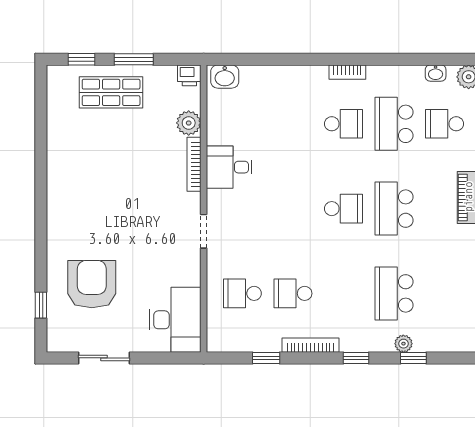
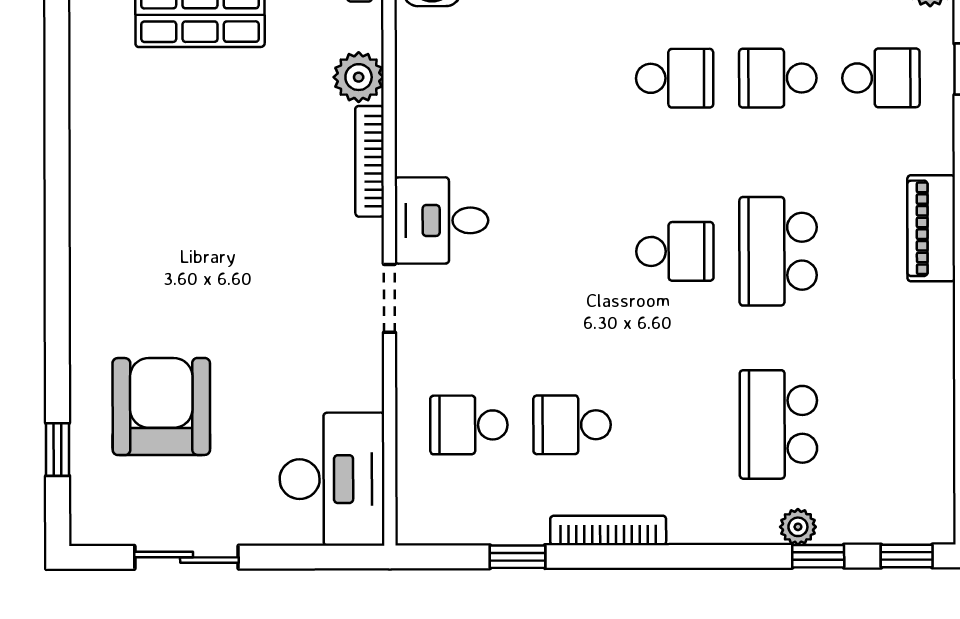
school desk: (394, 124) -> (778, 78), width x0.54
school desk: (445, 124) -> (881, 78), turned 180
desk: (229, 167) -> (441, 220), moved
window: (356, 358) -> (907, 556), moved

